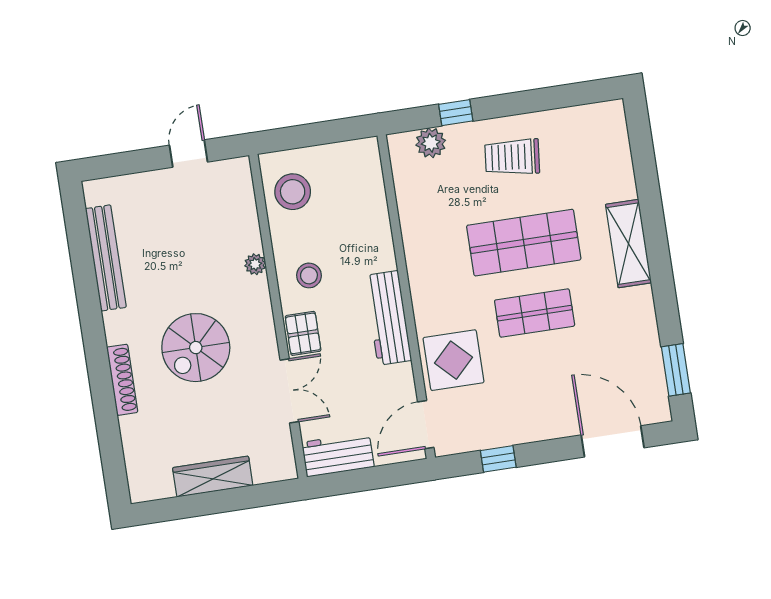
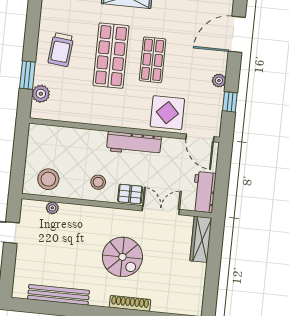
window: (456, 113) -> (27, 75), width x1.50
plant: (255, 264) -> (52, 208), moved
plant: (529, 432) -> (219, 81), added
wardrobe: (213, 477) -> (201, 239), moved

